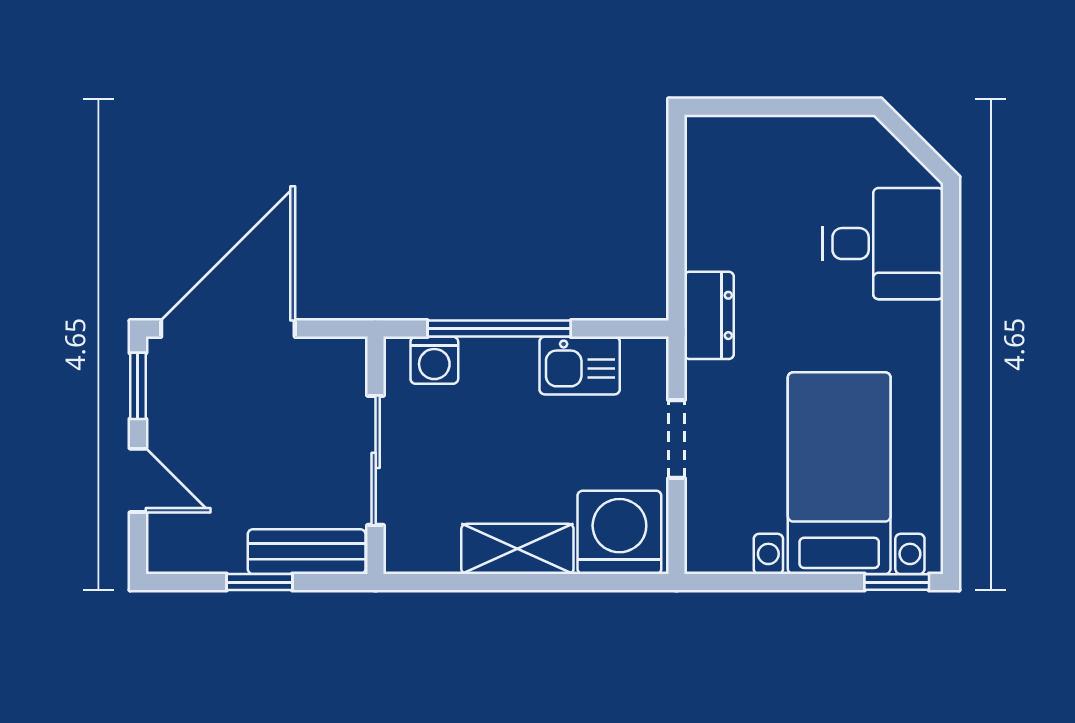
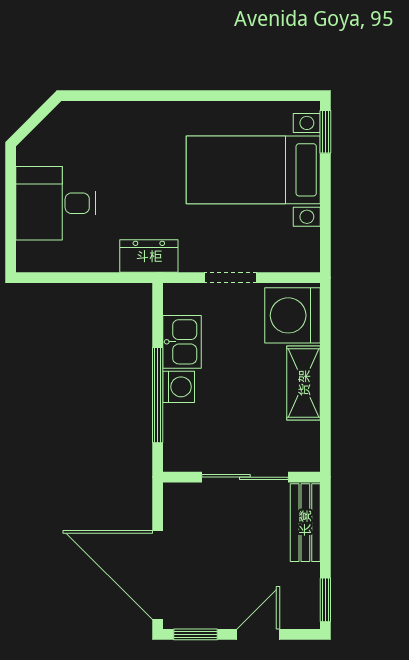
desk: (883, 244) -> (56, 203), moved, turned -90
washing machine: (434, 360) -> (179, 387), moved
window: (259, 582) -> (325, 600), moved

